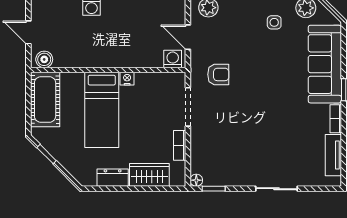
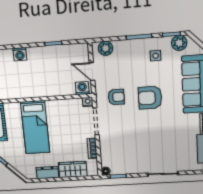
armchair: (264, 78) -> (150, 98), added
nightstand: (127, 79) -> (88, 102), moved

